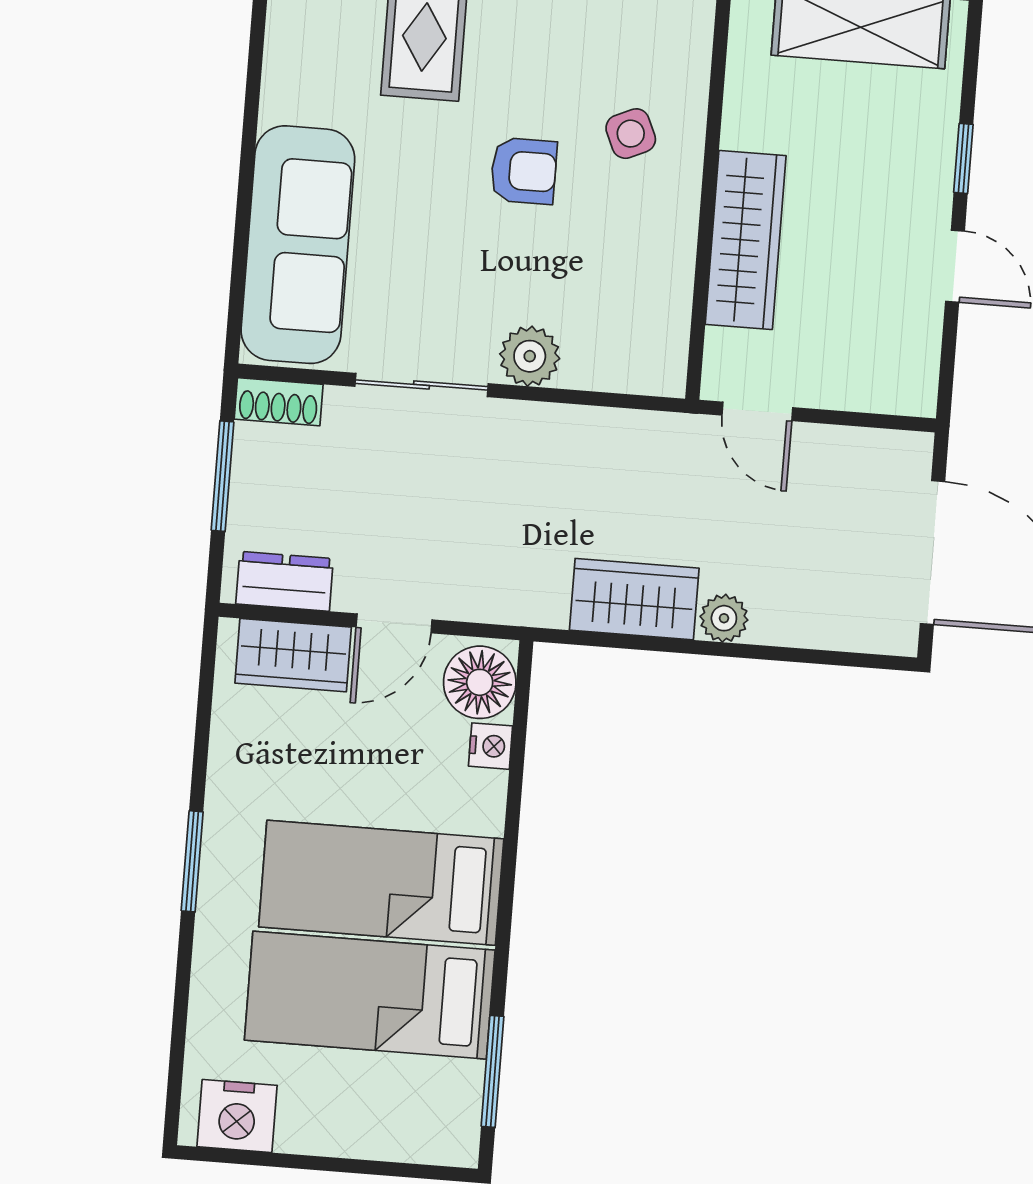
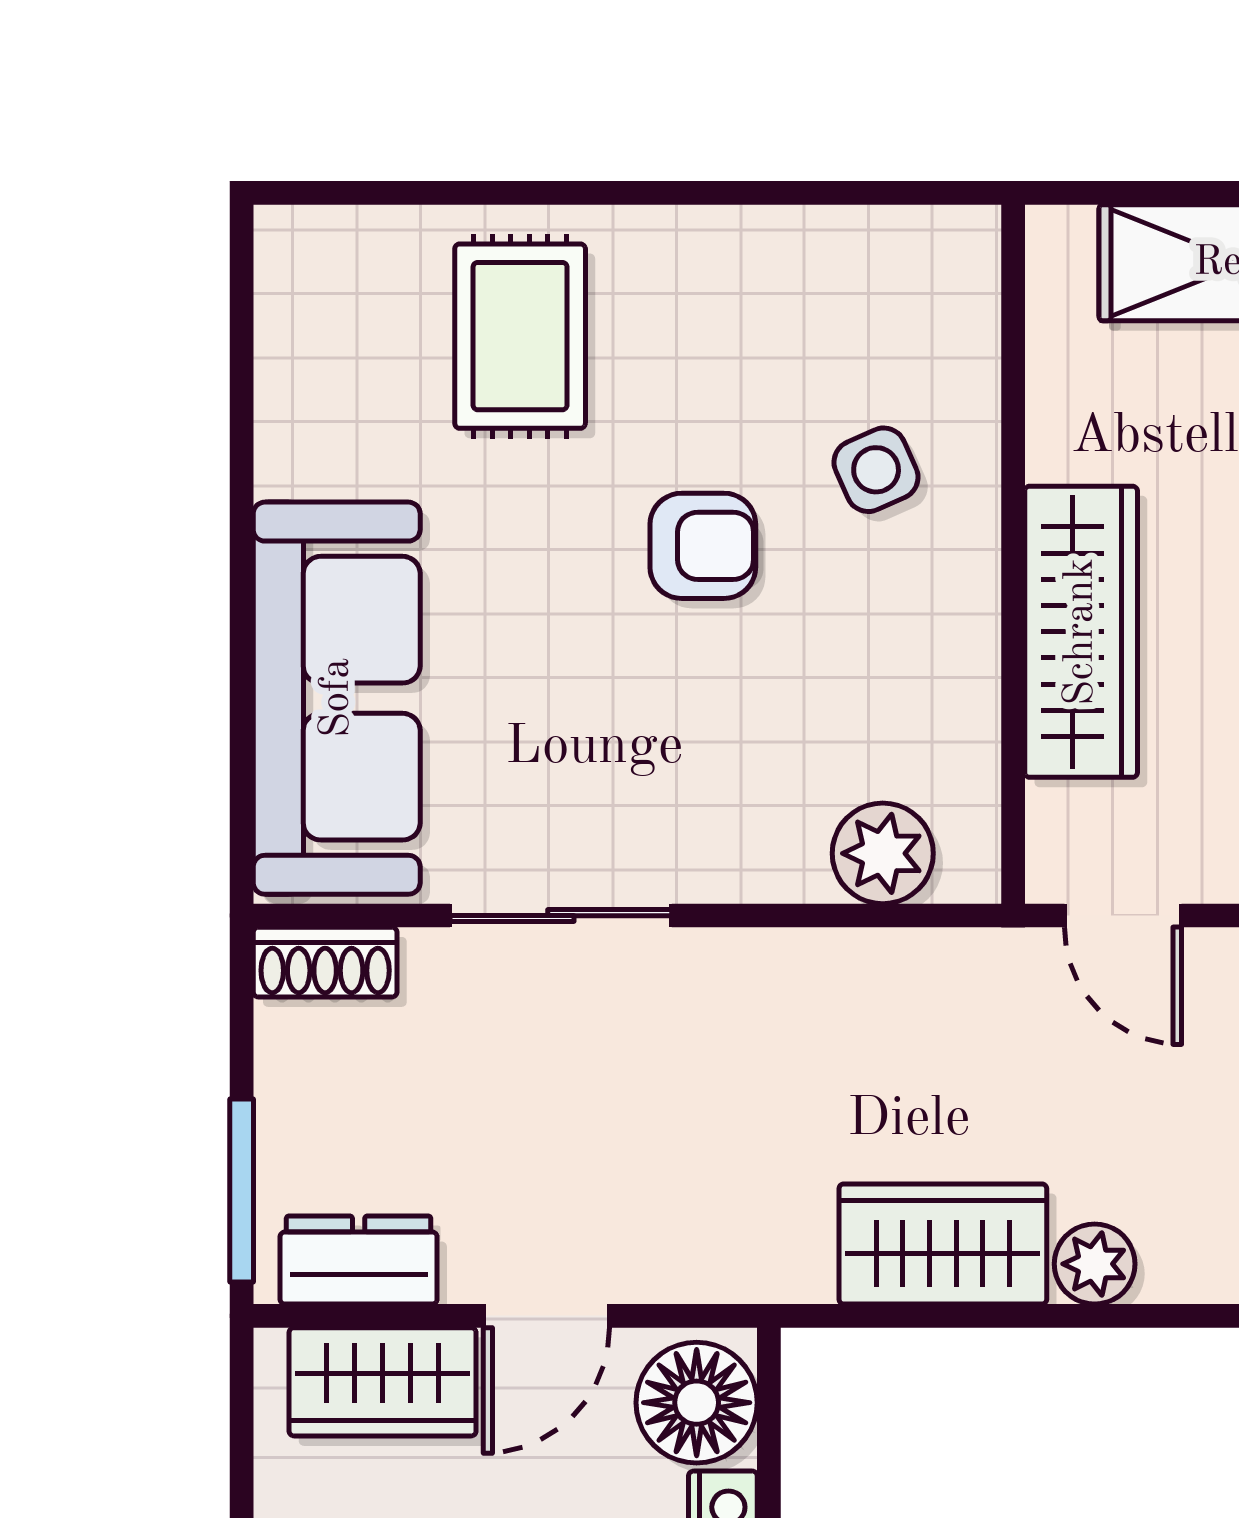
plant: (530, 356) -> (883, 853), moved
window: (222, 476) -> (242, 1191), moved

